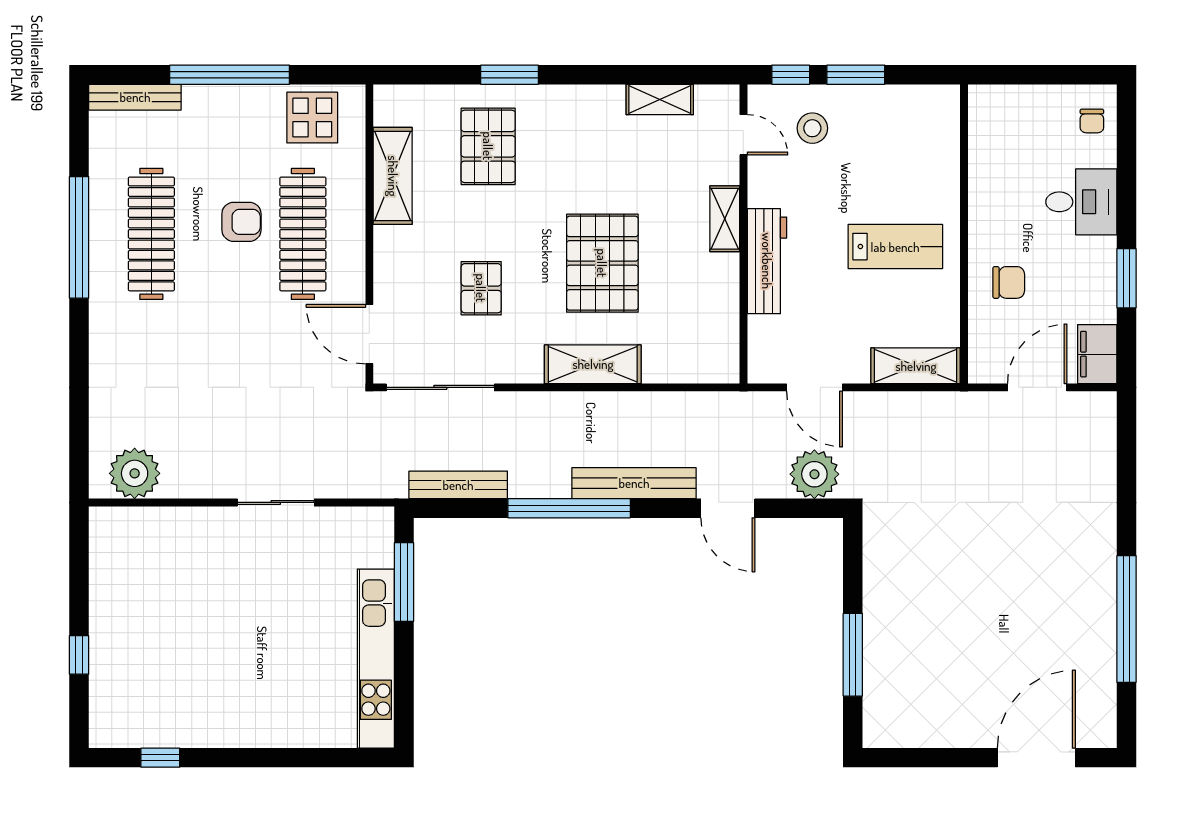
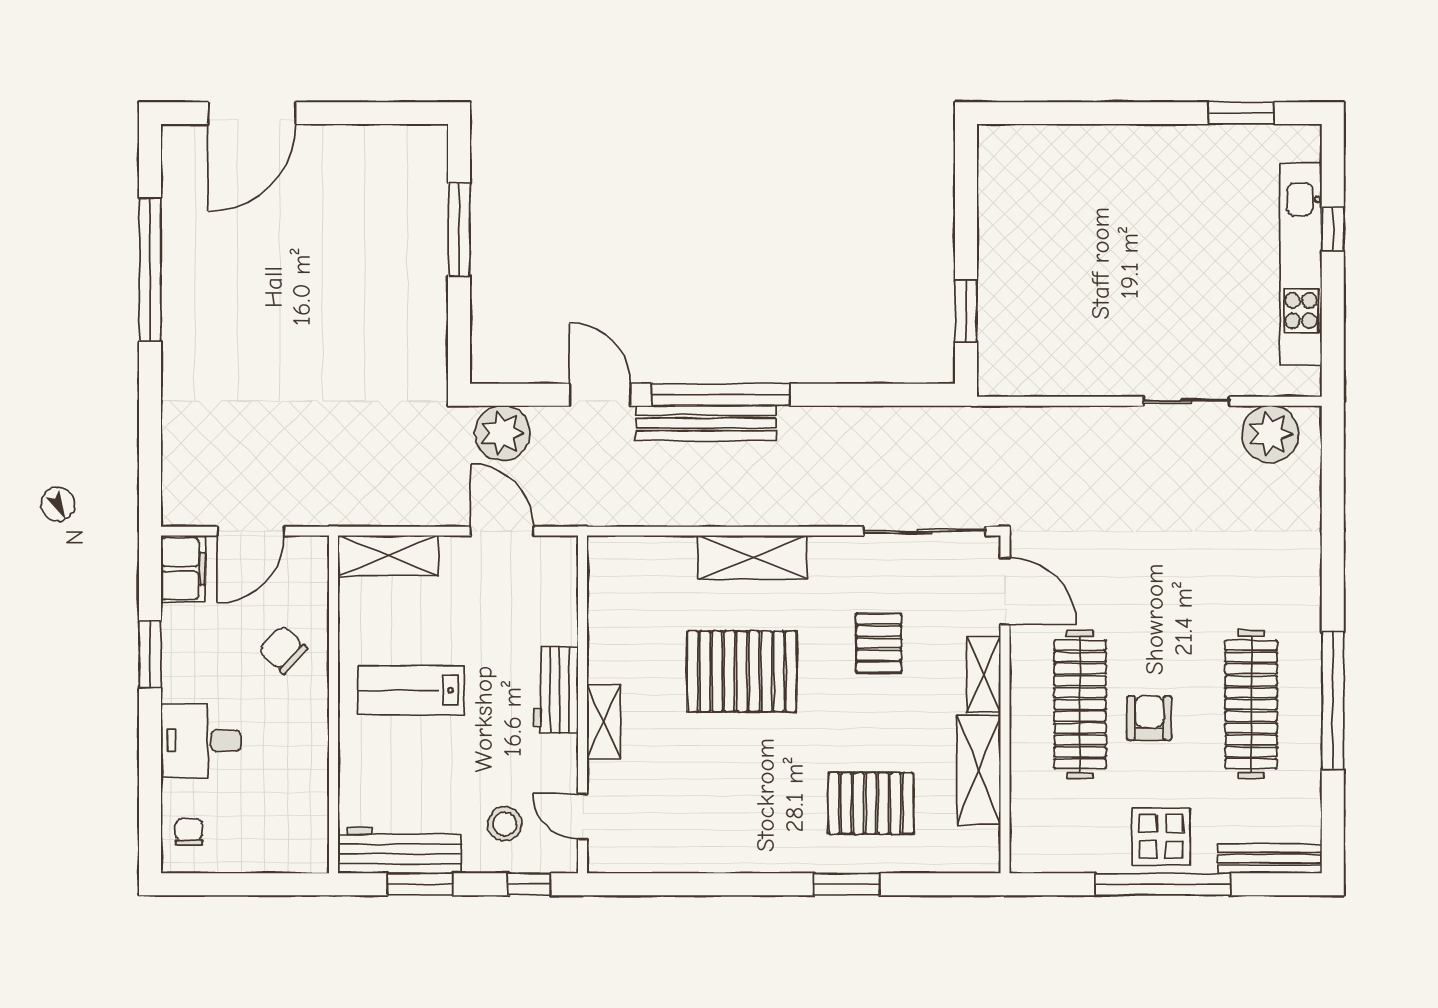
window: (856, 75) -> (420, 884), moved
shelving: (660, 99) -> (984, 674), moved, turned 90
workbench: (906, 105) -> (400, 850), added
display table: (312, 118) -> (1161, 837), moved
pallet: (488, 146) -> (871, 803), turned 90
armchair: (241, 222) -> (1149, 718), turned 90
workbench: (767, 261) -> (556, 690), width x0.73
pallet: (602, 263) -> (742, 671), turned 90
chair: (1009, 282) -> (283, 650), turned 43
bench: (458, 485) -> (905, 421), removed
sliding door: (276, 502) -> (1187, 401), moved
window: (569, 508) -> (721, 395), moved
window: (404, 582) -> (966, 311), width x0.69
kitchen unit: (376, 659) -> (1301, 264), moved, turned 180
window: (160, 758) -> (1241, 113), width x1.50

